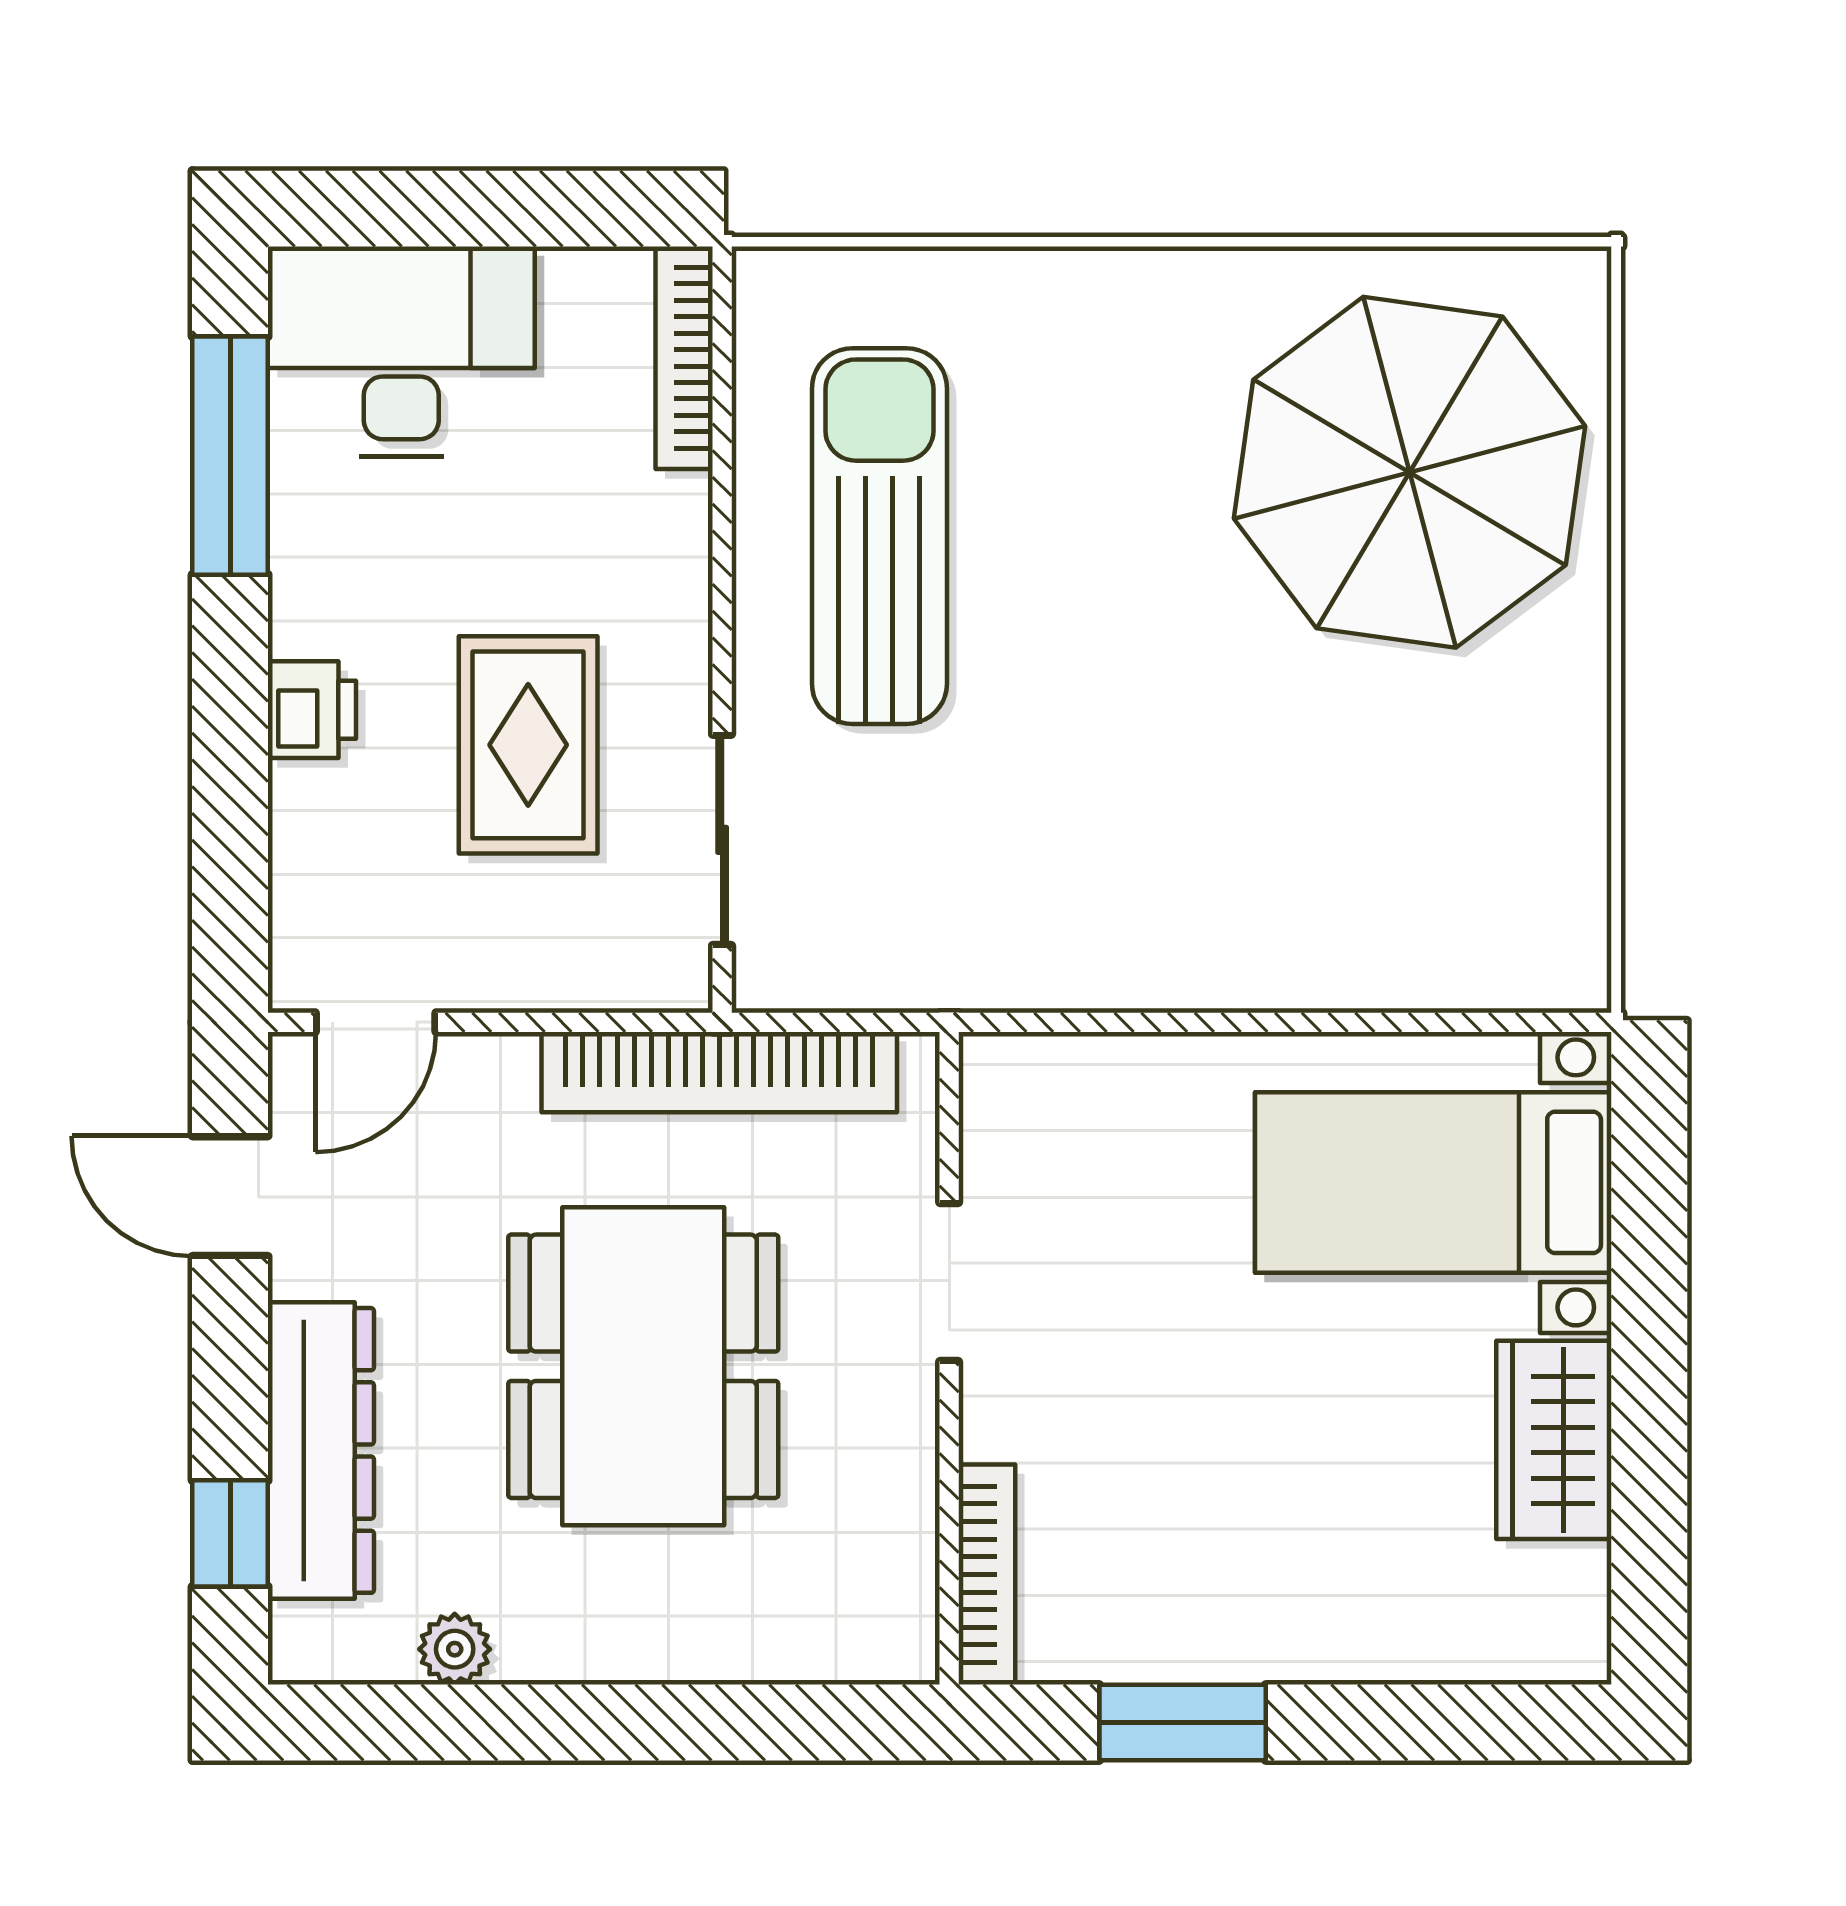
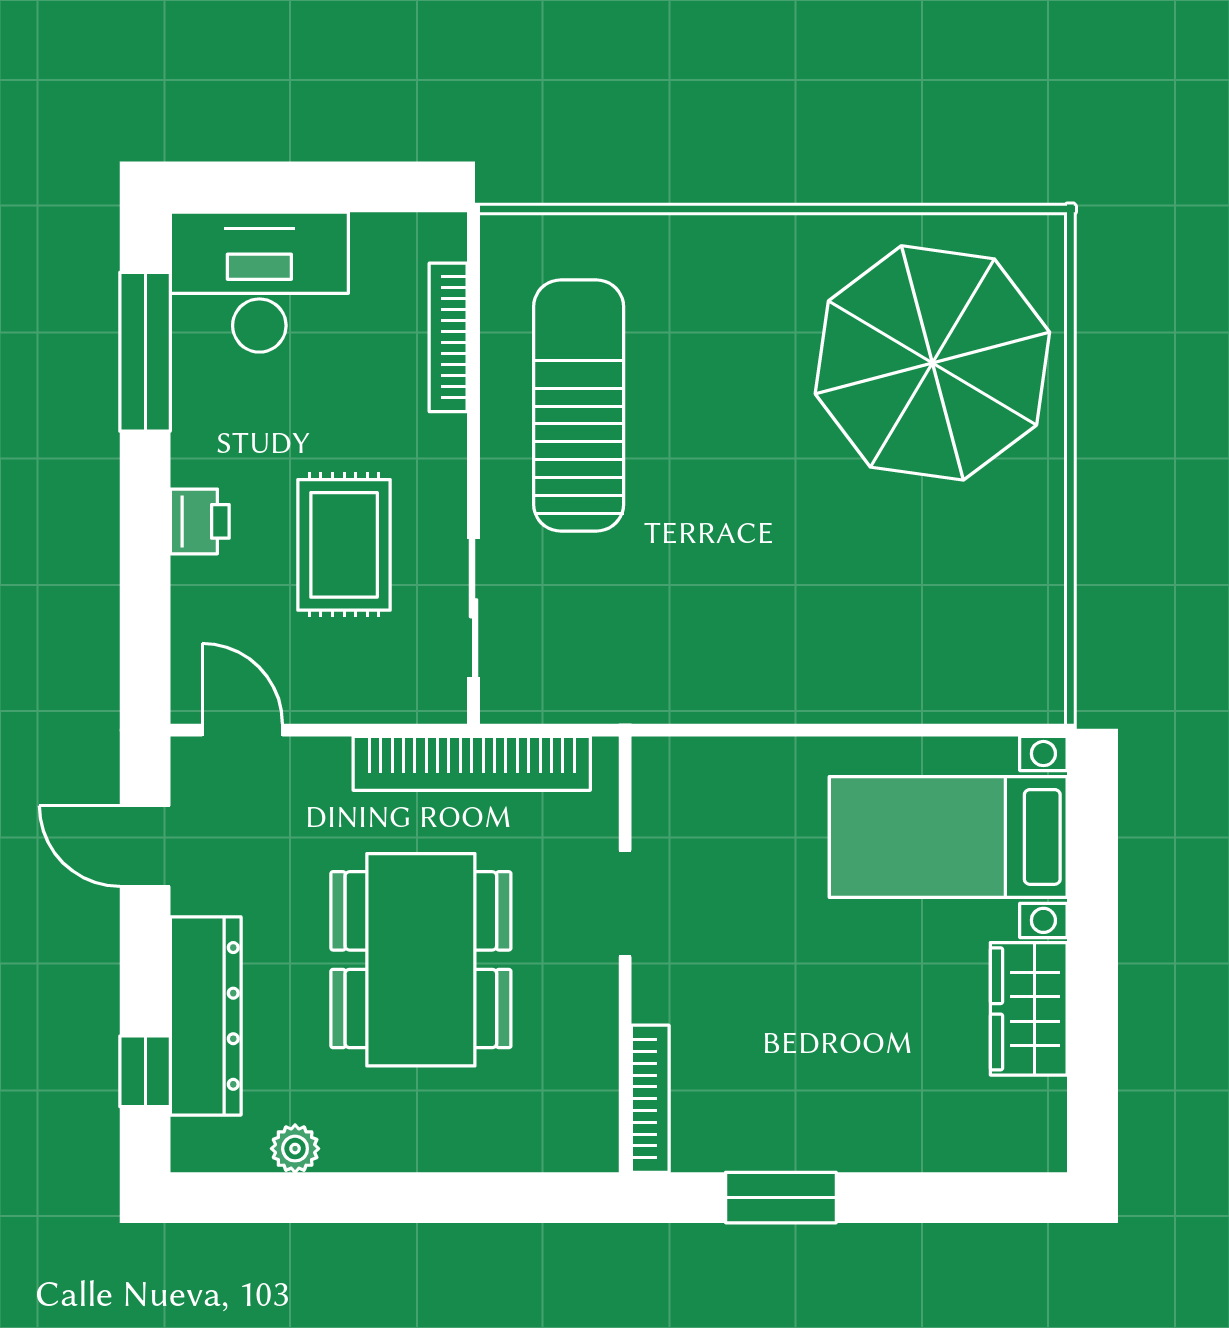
bookcase: (684, 358) -> (448, 337), moved
door: (376, 1022) -> (242, 730), swing flipped

